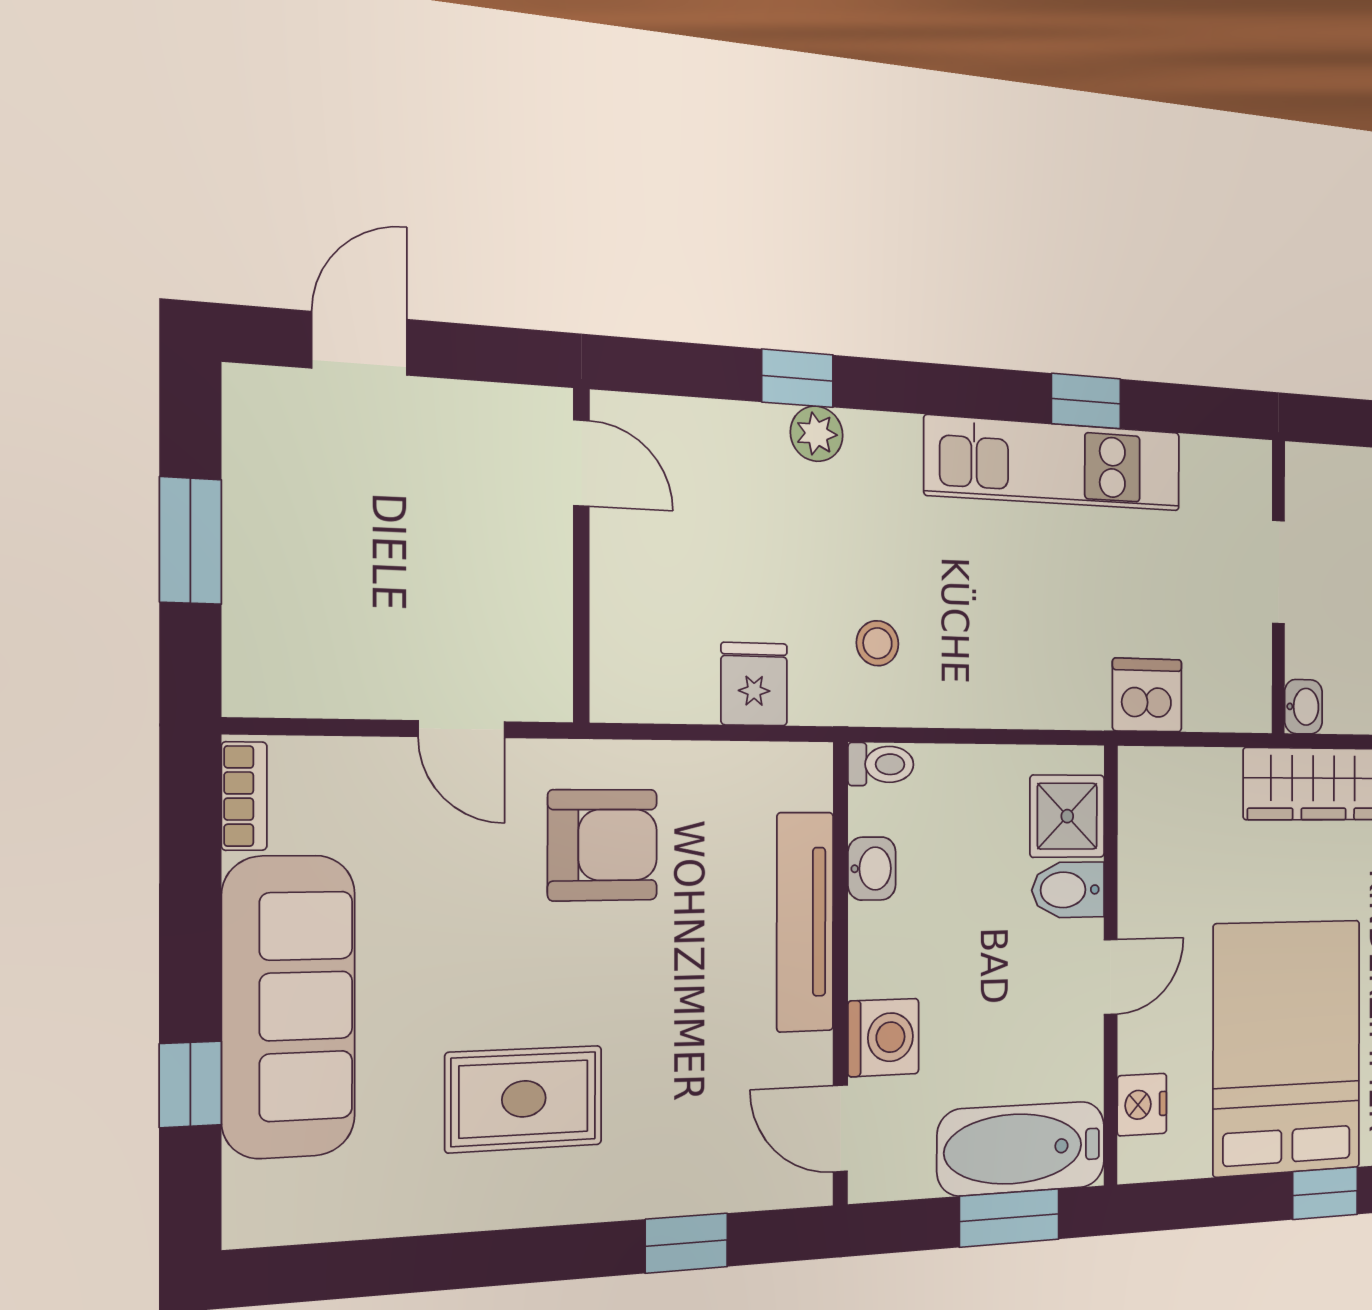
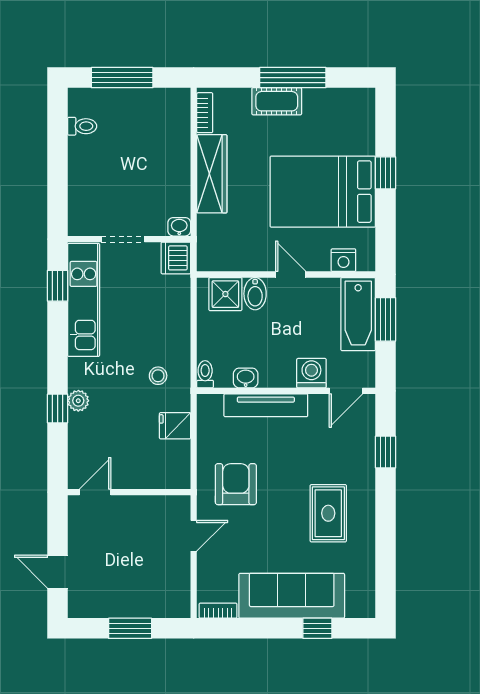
doorway: (1278, 572) -> (123, 239), moved
wall: (1278, 587) -> (129, 239), moved
washbasin: (1303, 707) -> (179, 227), moved

